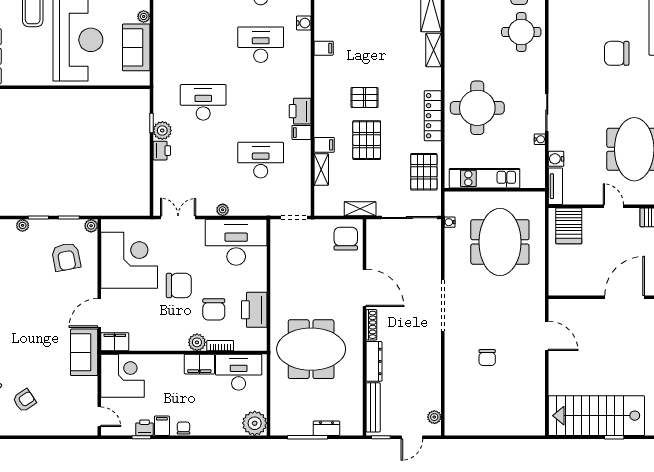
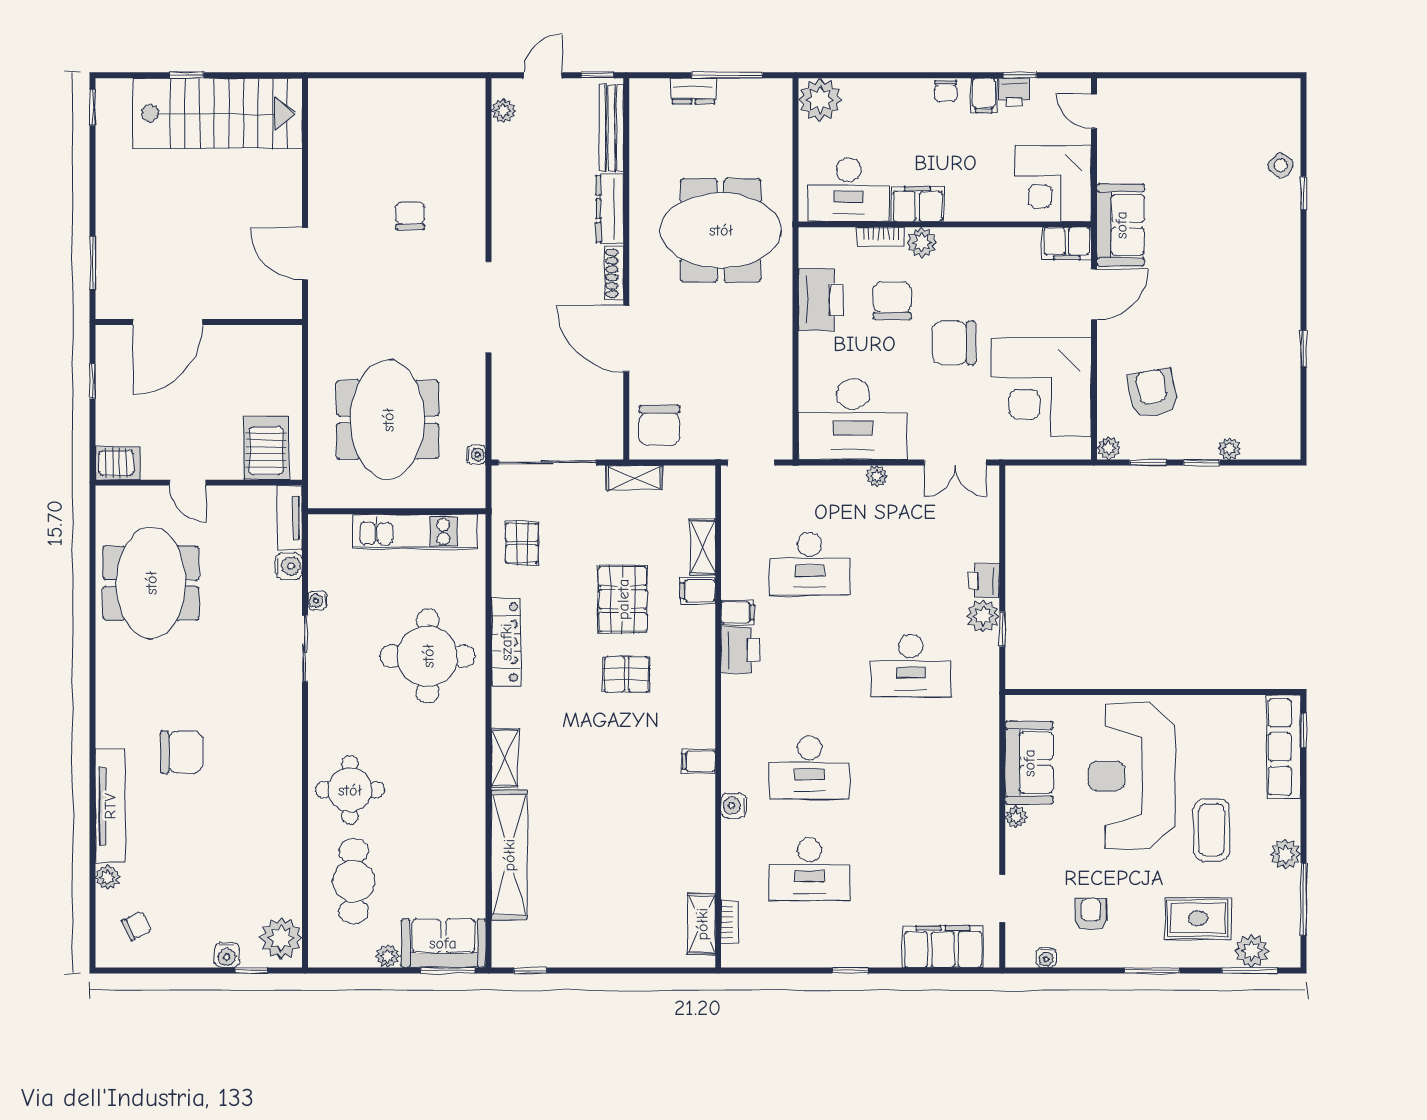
pallet: (424, 172) -> (522, 543), width x0.67, depth x0.71
armchair: (24, 400) -> (1226, 140), removed

